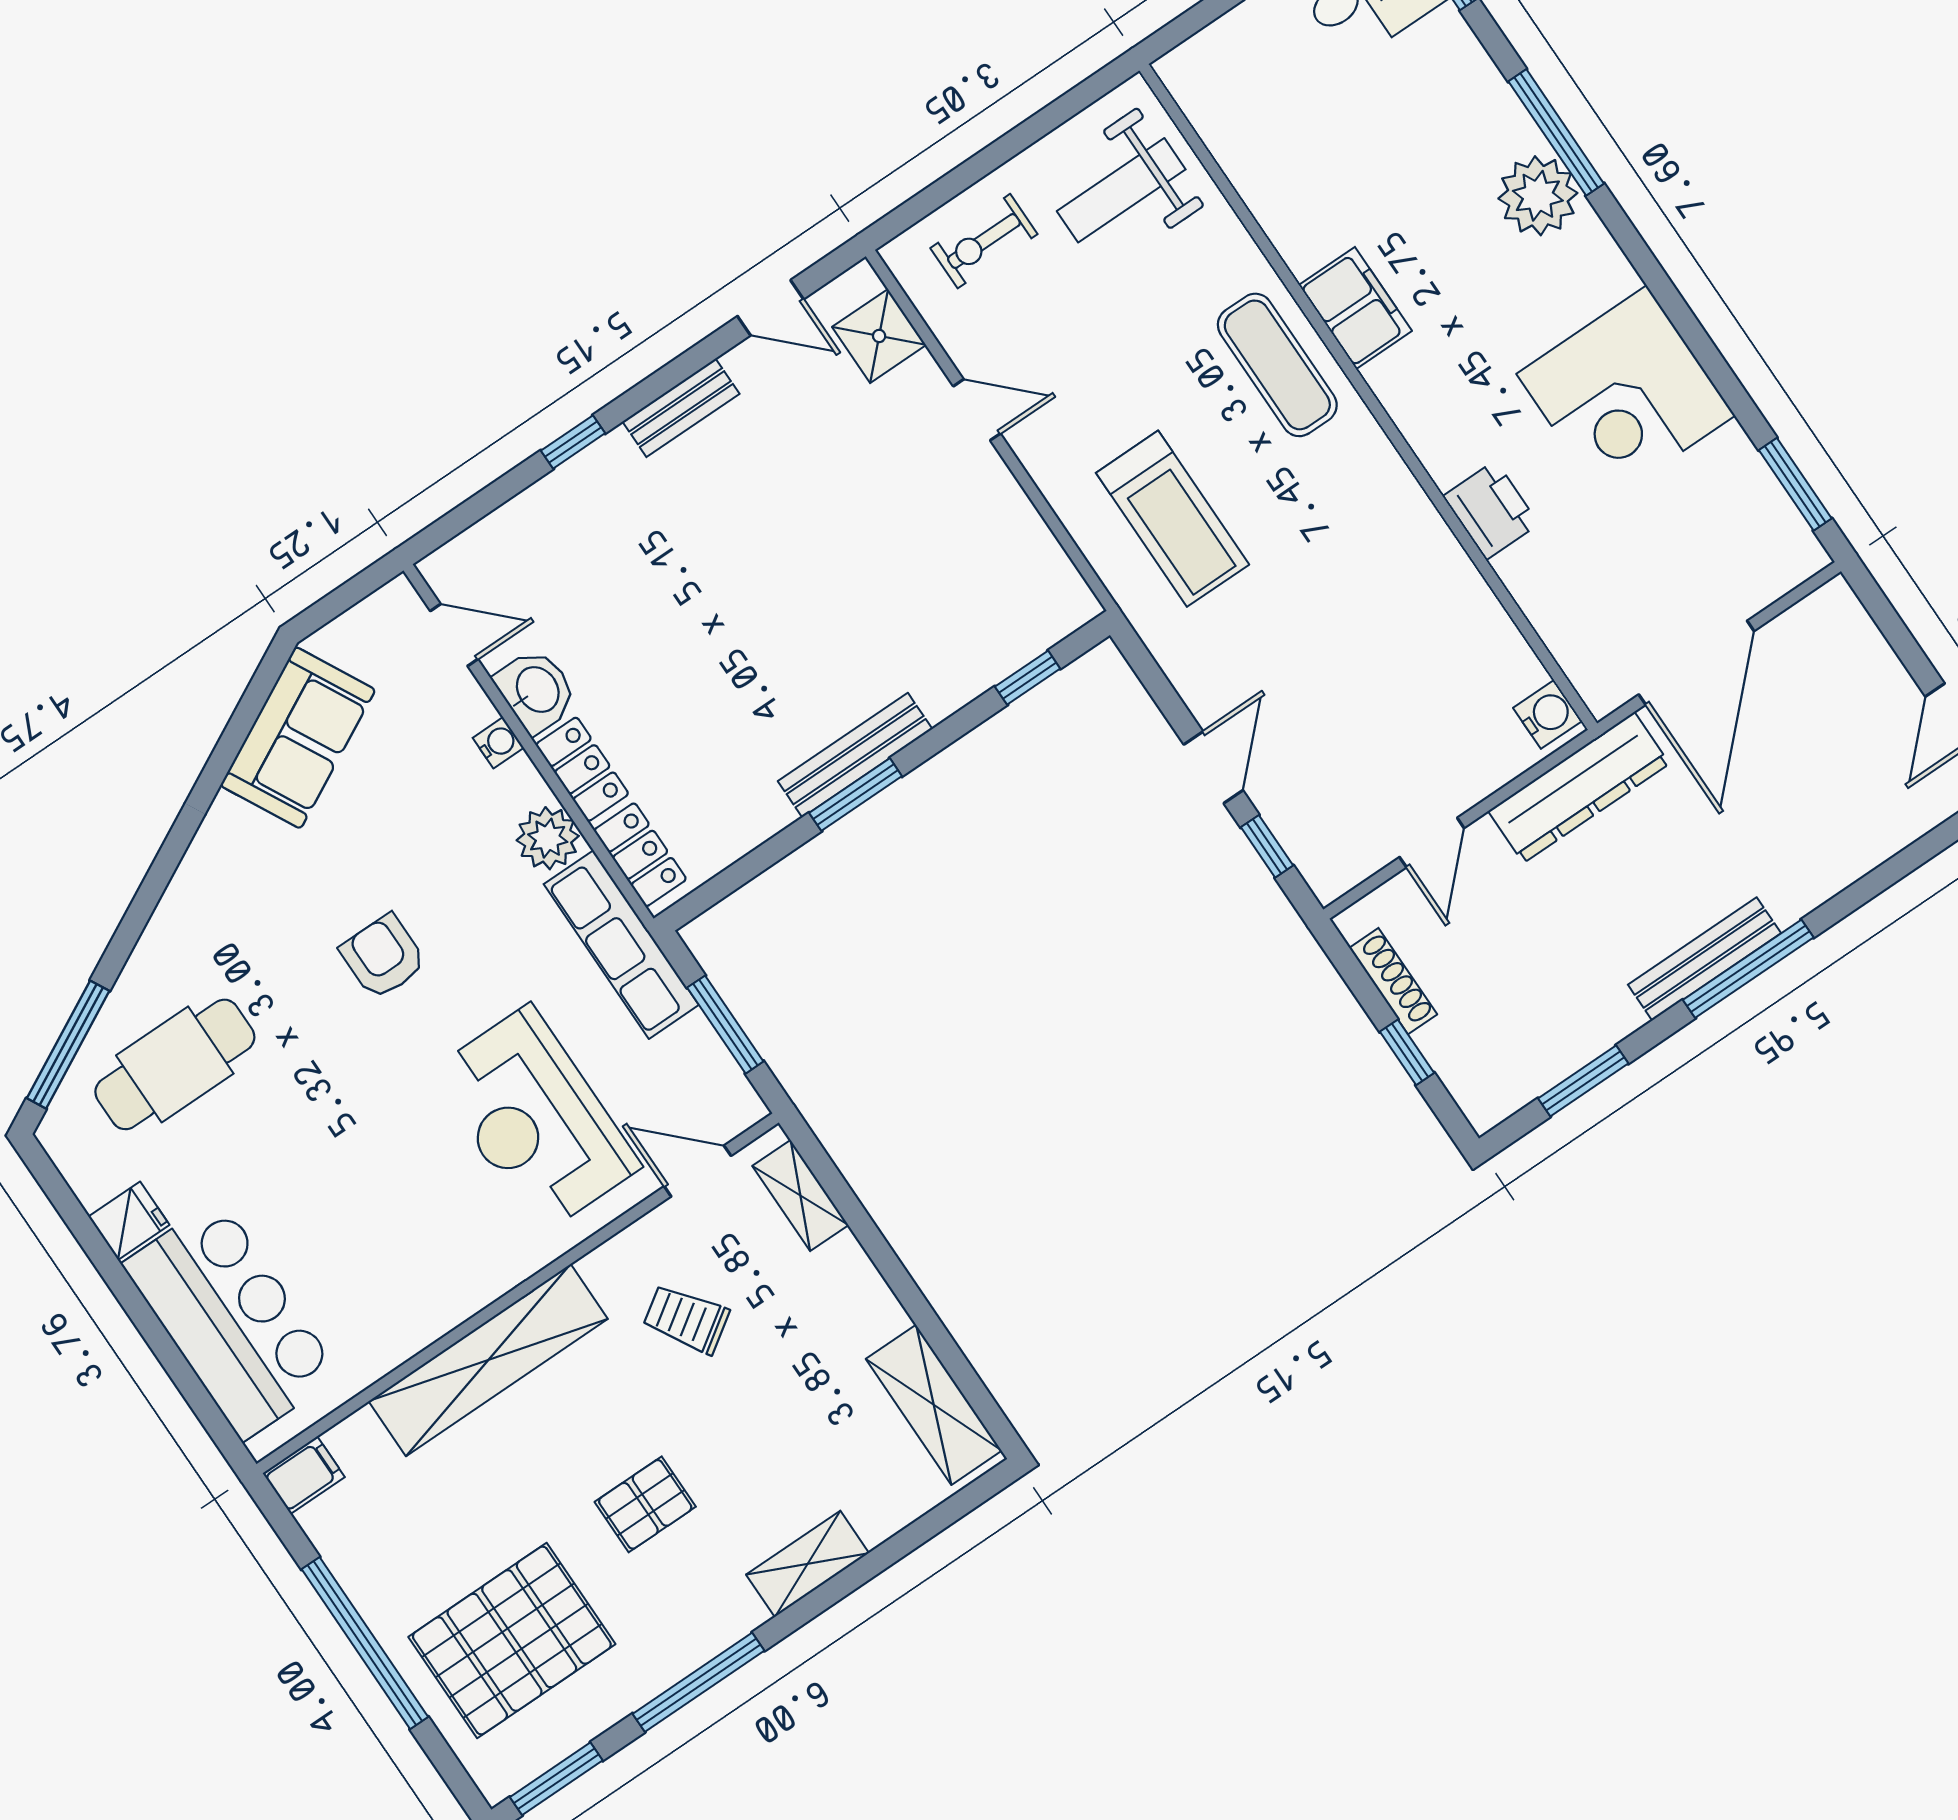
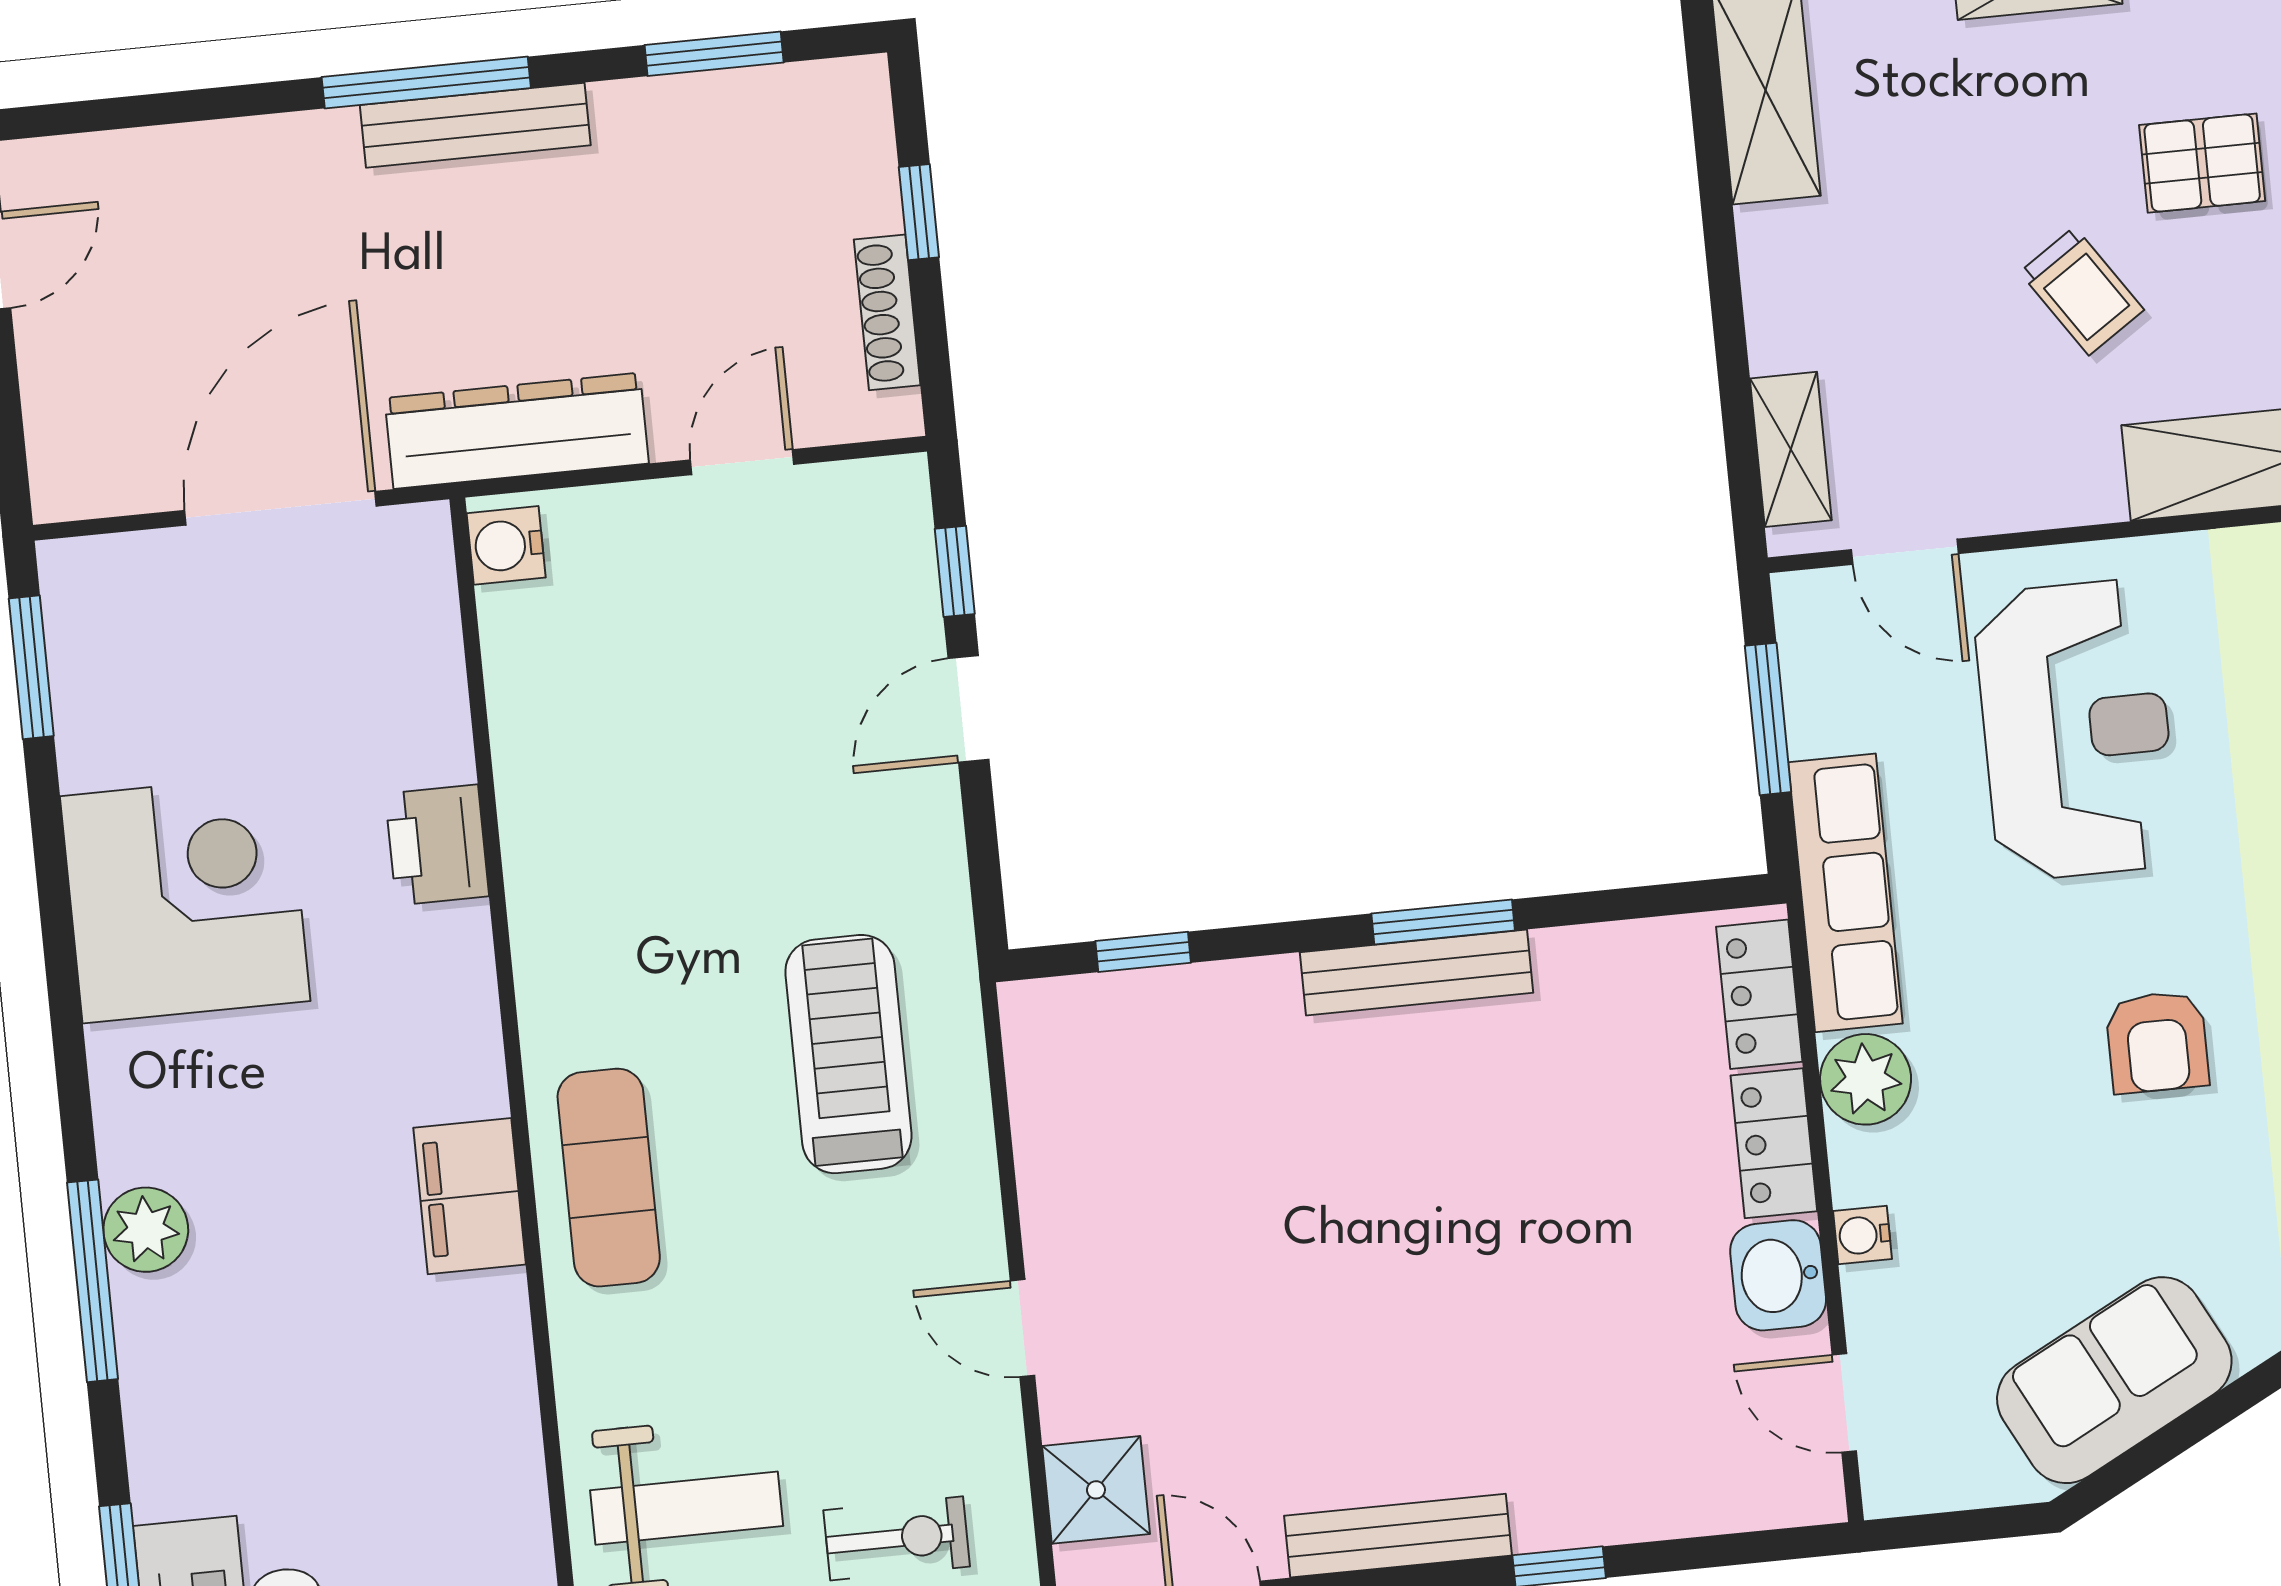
plant: (1538, 196) -> (146, 1230), width x0.73, depth x0.73
bench: (681, 408) -> (1398, 1536), width x1.36
trolley: (686, 1319) -> (2082, 291), moved

